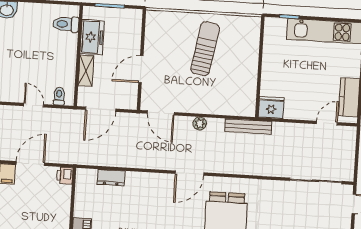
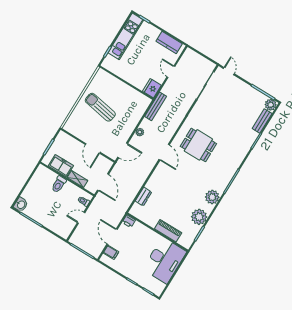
toilet: (66, 24) -> (59, 184), moved
door: (327, 123) -> (171, 72), moved

